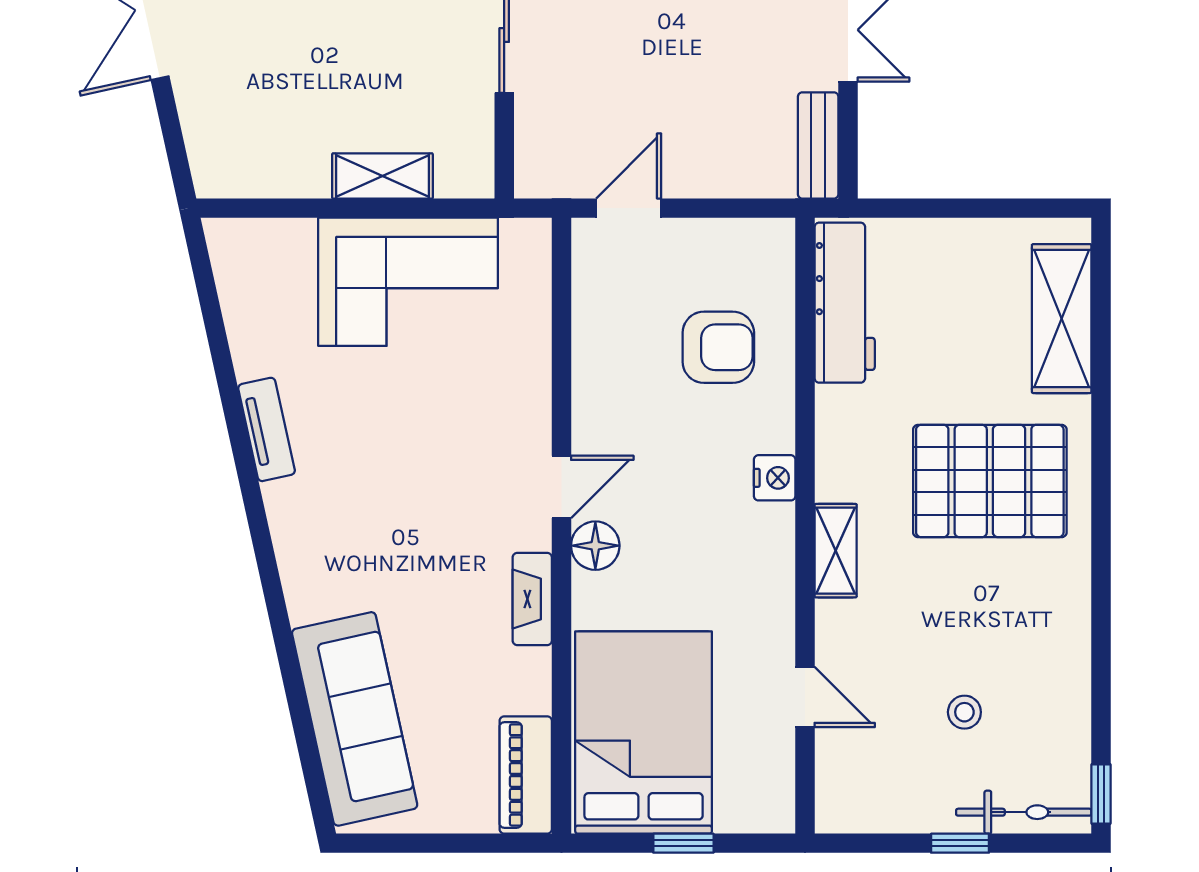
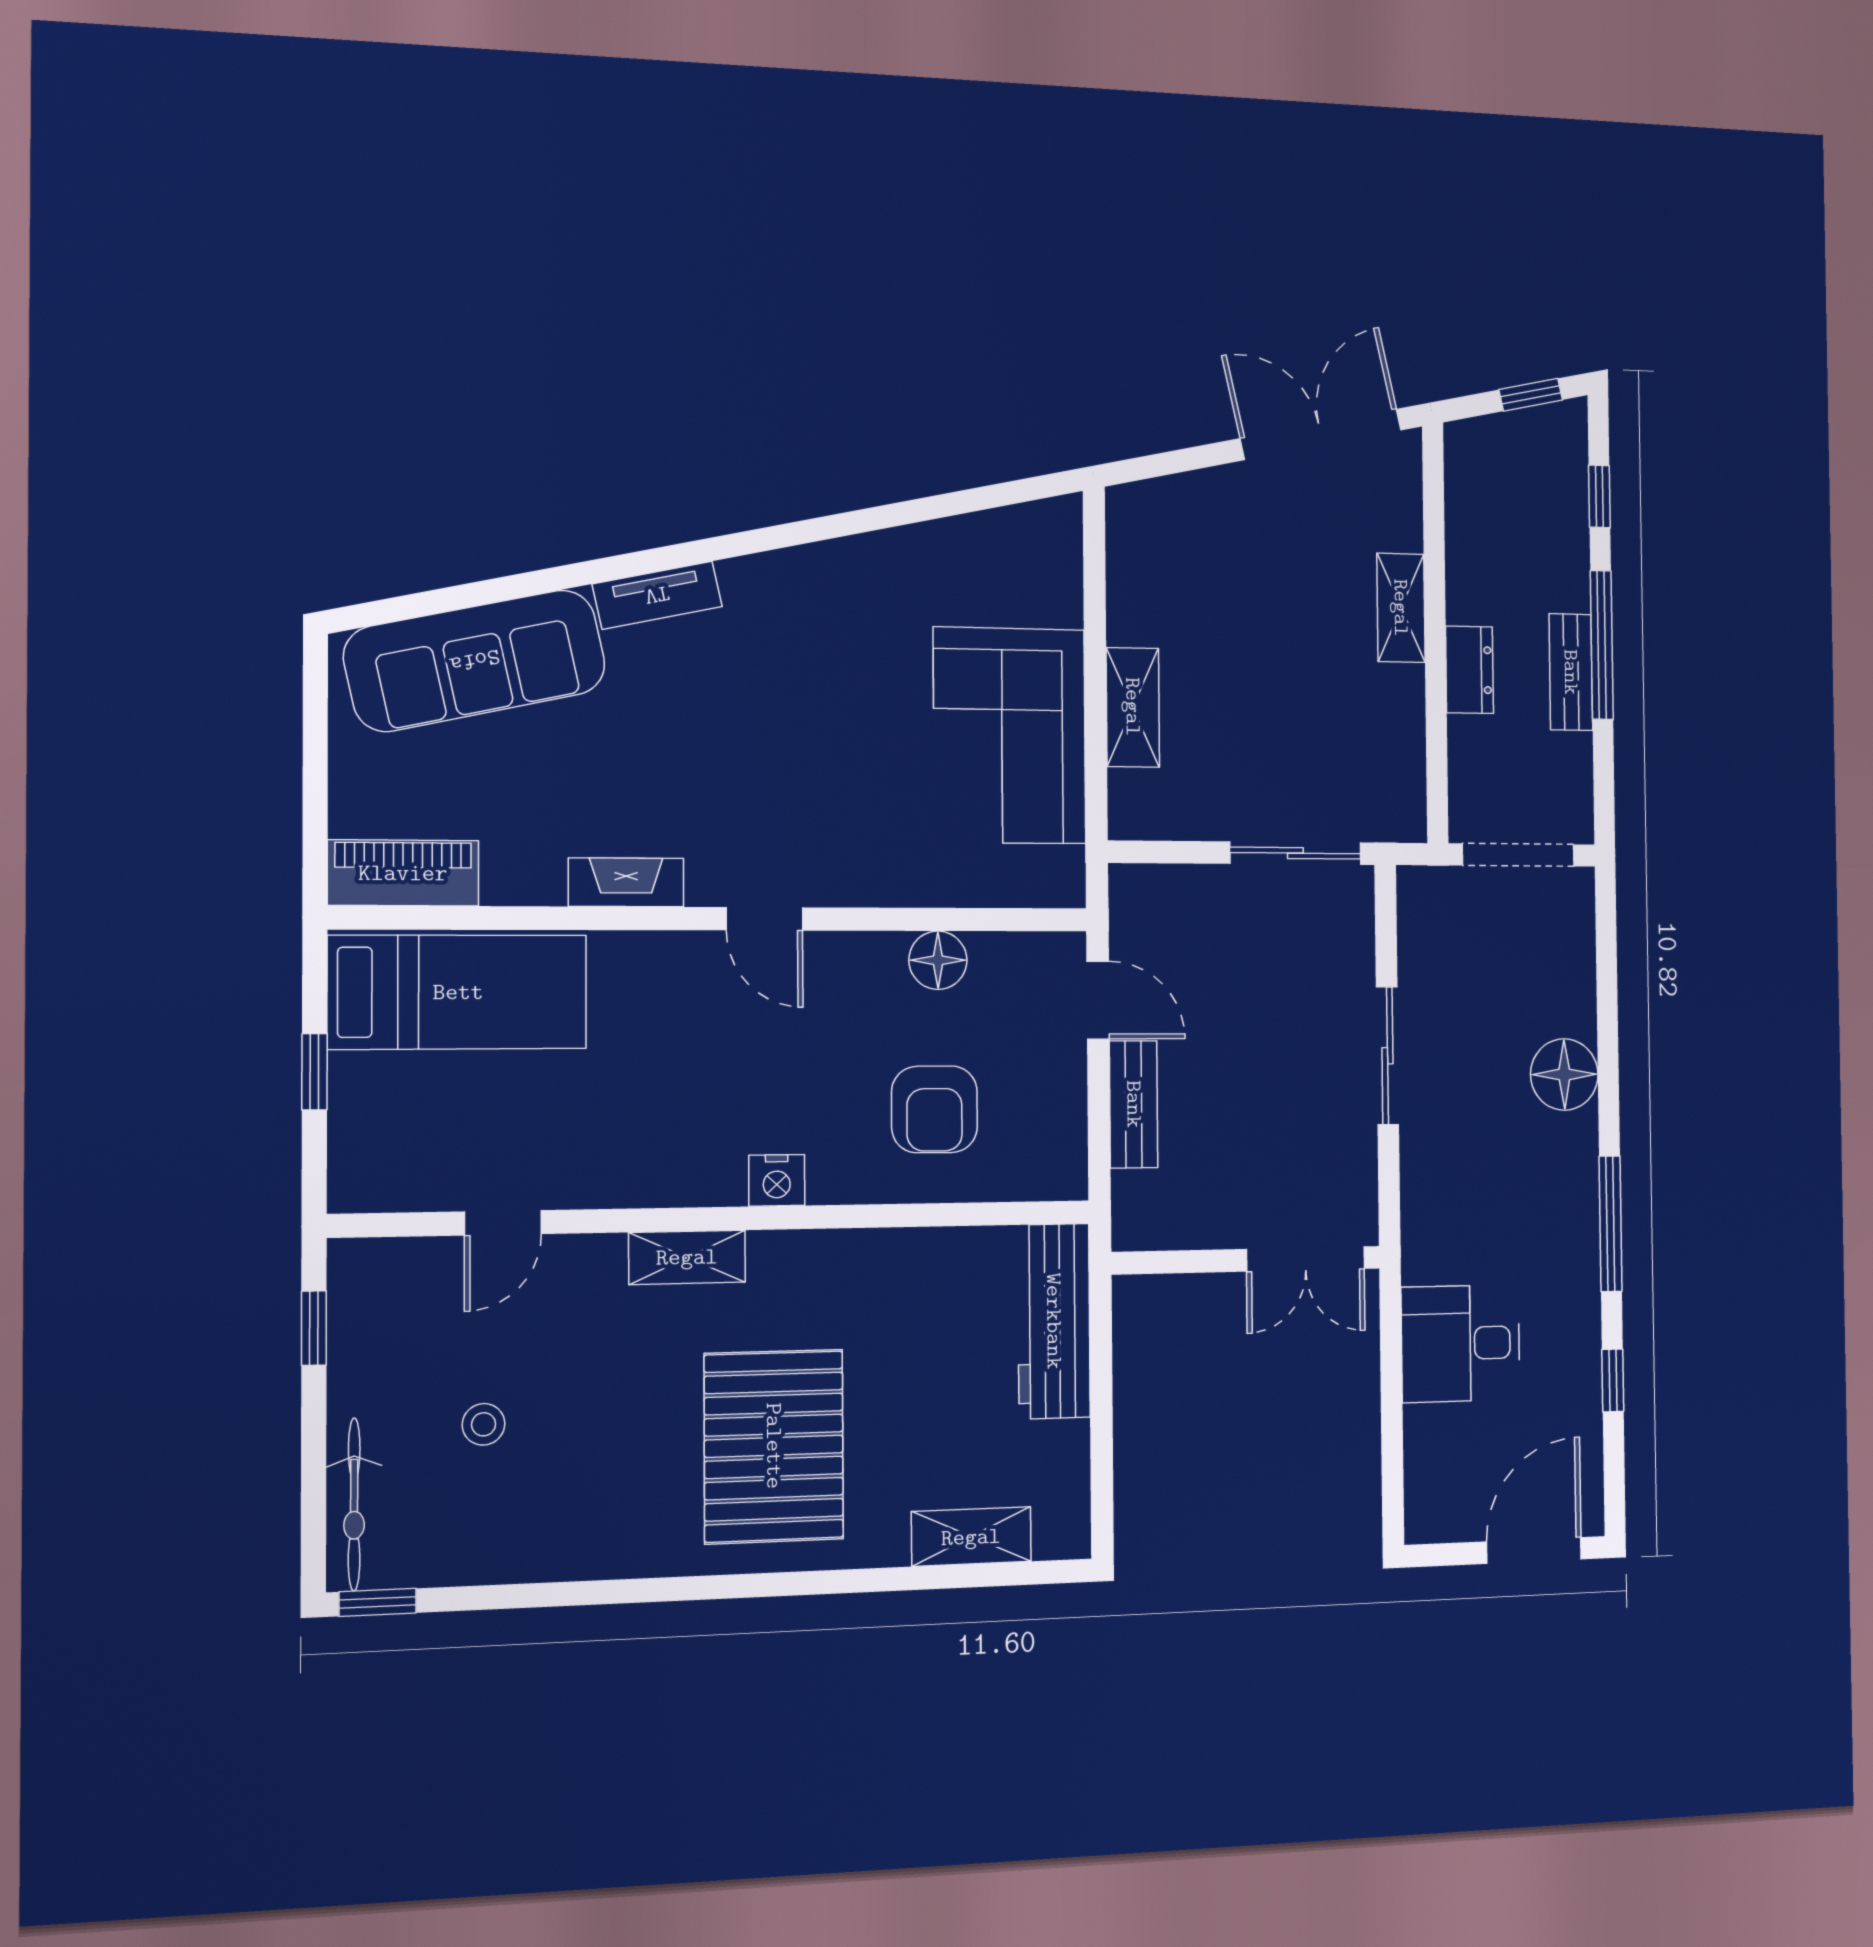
bench: (818, 145) -> (1134, 1104), moved, turned 90
workbench: (845, 303) -> (1054, 1321), moved, turned 90
shelving: (1062, 319) -> (971, 1537), width x0.67, depth x0.75
tv unit: (267, 429) -> (657, 595), moved
floor lamp: (595, 546) -> (938, 960), moved
bed: (644, 732) -> (458, 992), width x0.67
window: (960, 843) -> (314, 1328), moved

